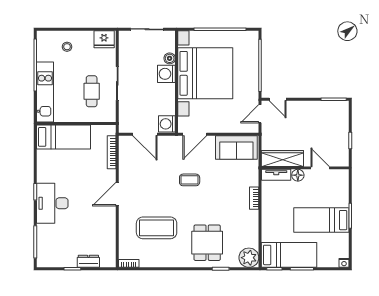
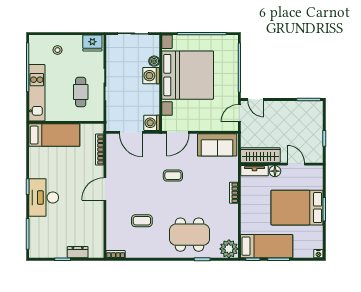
bed: (321, 220) -> (297, 208), width x1.50
coffee table: (157, 228) -> (142, 221), width x0.54, depth x0.58
dining table: (207, 243) -> (189, 235), width x1.38

